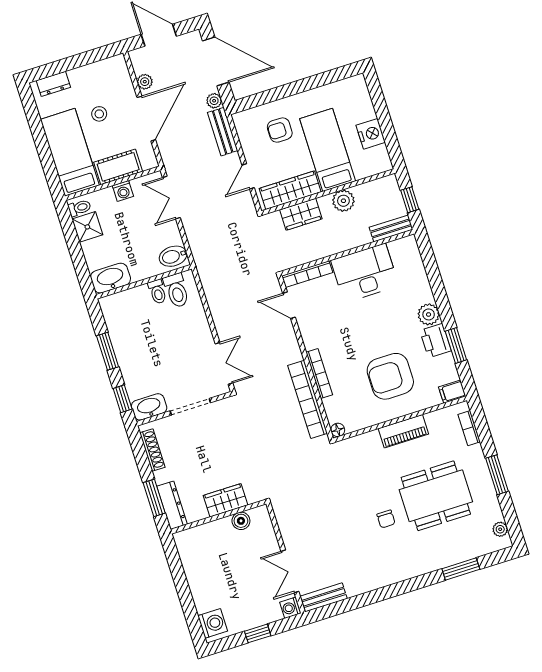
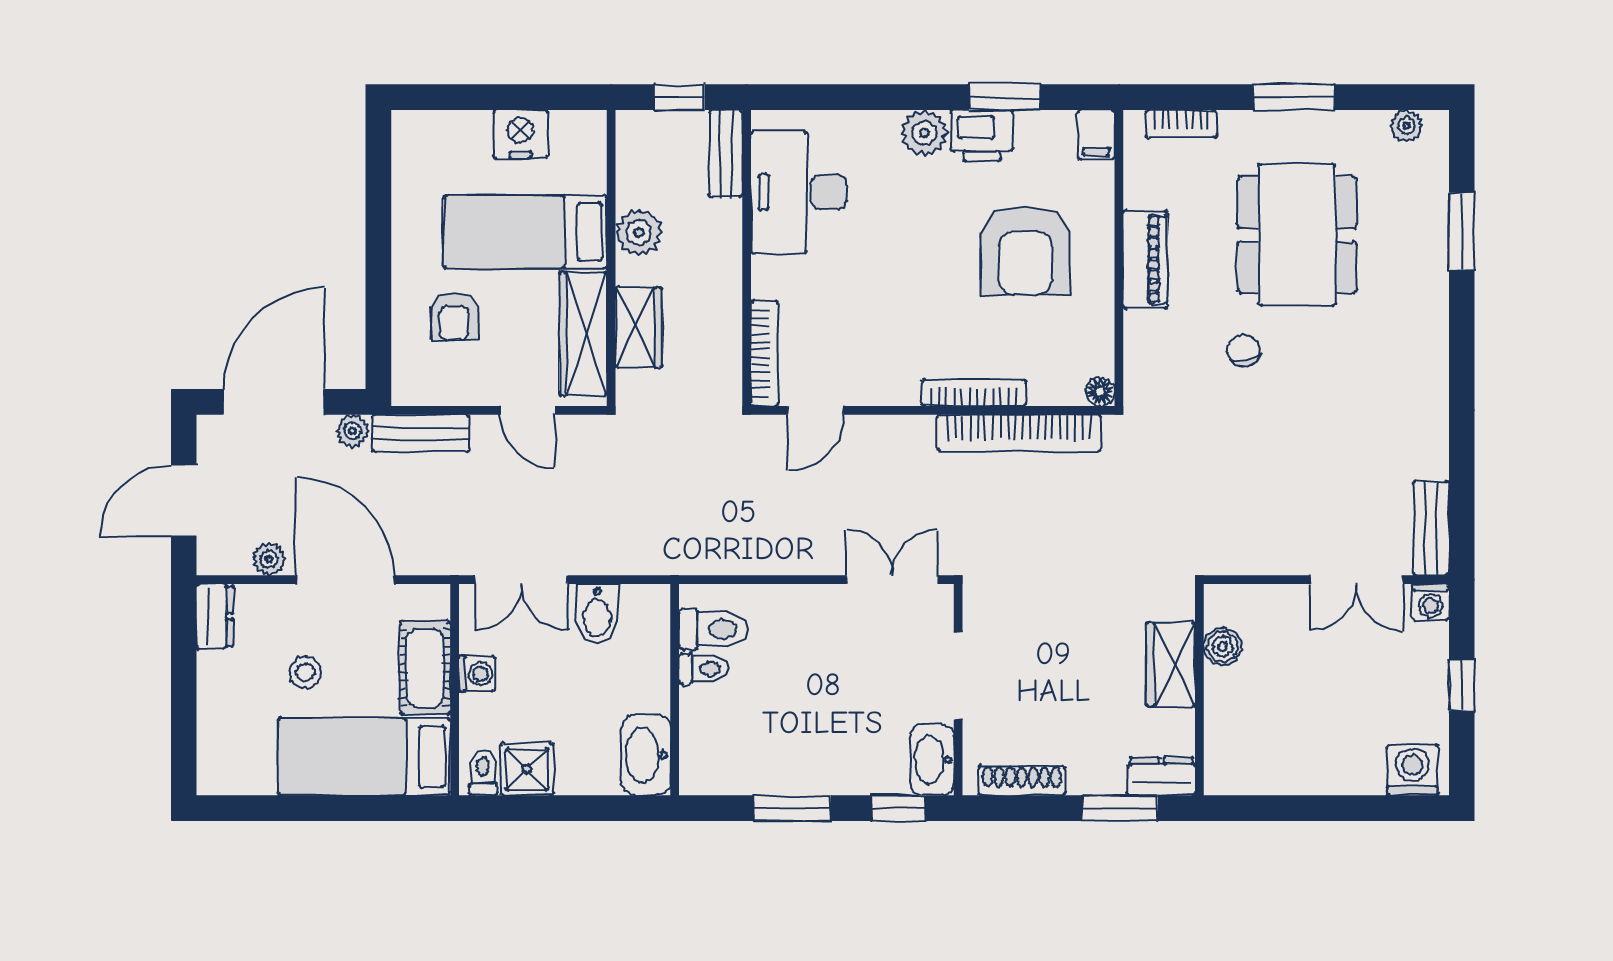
dresser: (53, 84) -> (215, 616), moved
bidet: (173, 256) -> (597, 614), moved
desk: (365, 273) -> (799, 192), moved
dresser: (172, 505) -> (1161, 776), width x0.70
chair: (386, 519) -> (1244, 350), moved, turned -102

